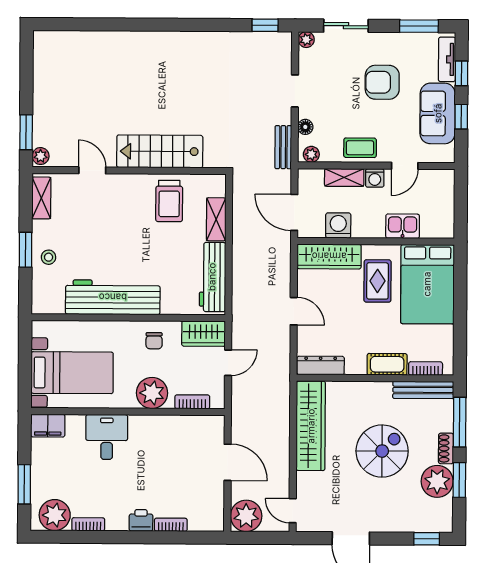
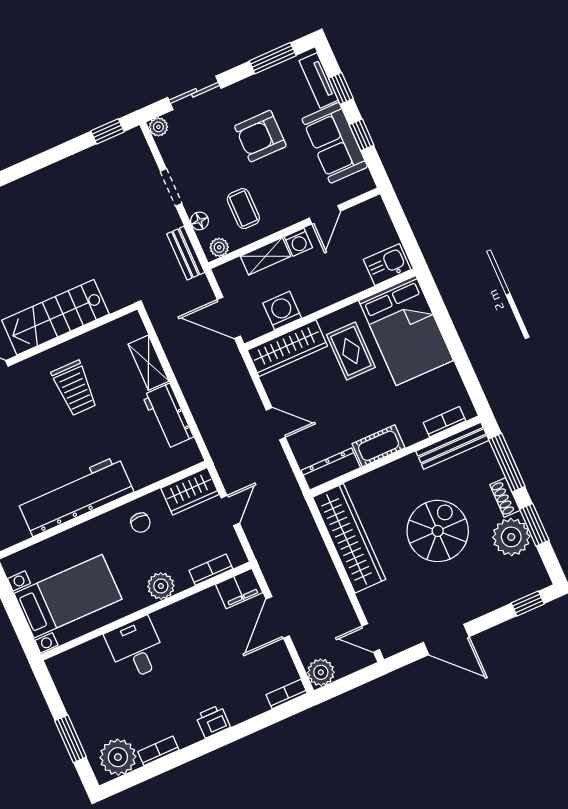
coffee table: (360, 148) -> (243, 209), moved, turned 90
trolley: (169, 201) -> (75, 388), moved
kitchen sink: (403, 226) -> (387, 265), moved
workbench: (212, 277) -> (168, 416), width x0.73
cot: (387, 364) -> (379, 446), moved
plant: (152, 393) -> (161, 586), width x0.73, depth x0.73
filing cabinet: (48, 426) -> (239, 589), moved
door: (228, 462) -> (278, 617), swing flipped
plant: (246, 516) -> (321, 672), width x0.73, depth x0.73
bookcase: (171, 525) -> (287, 694), moved

